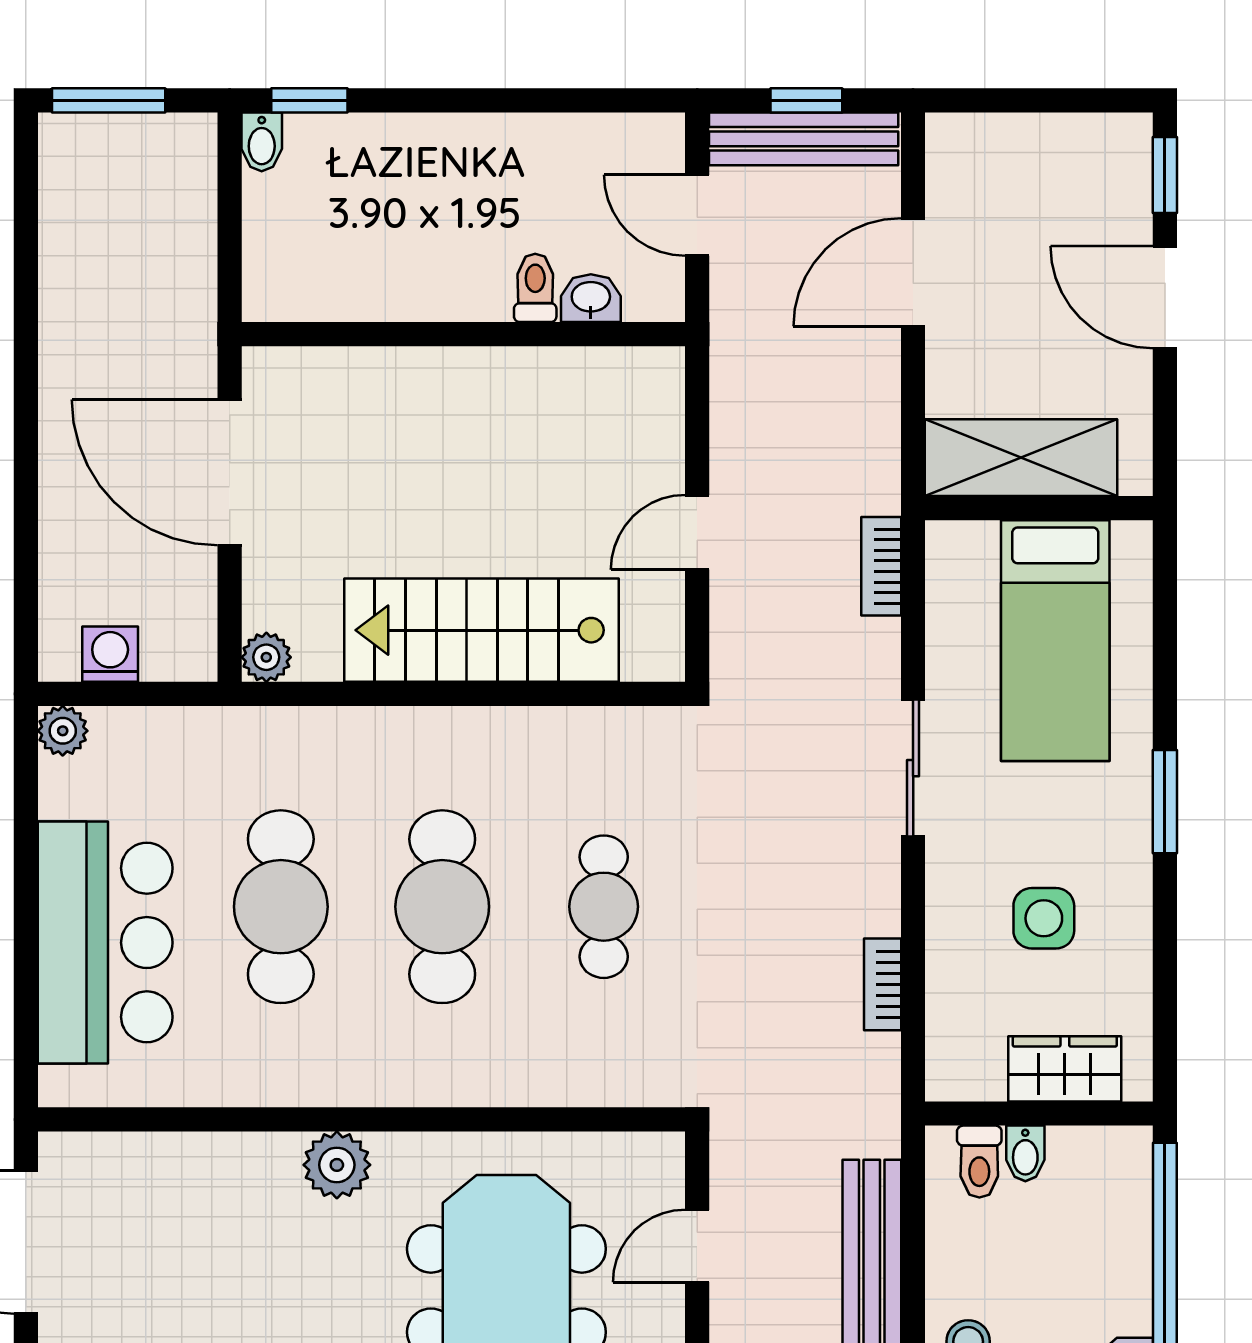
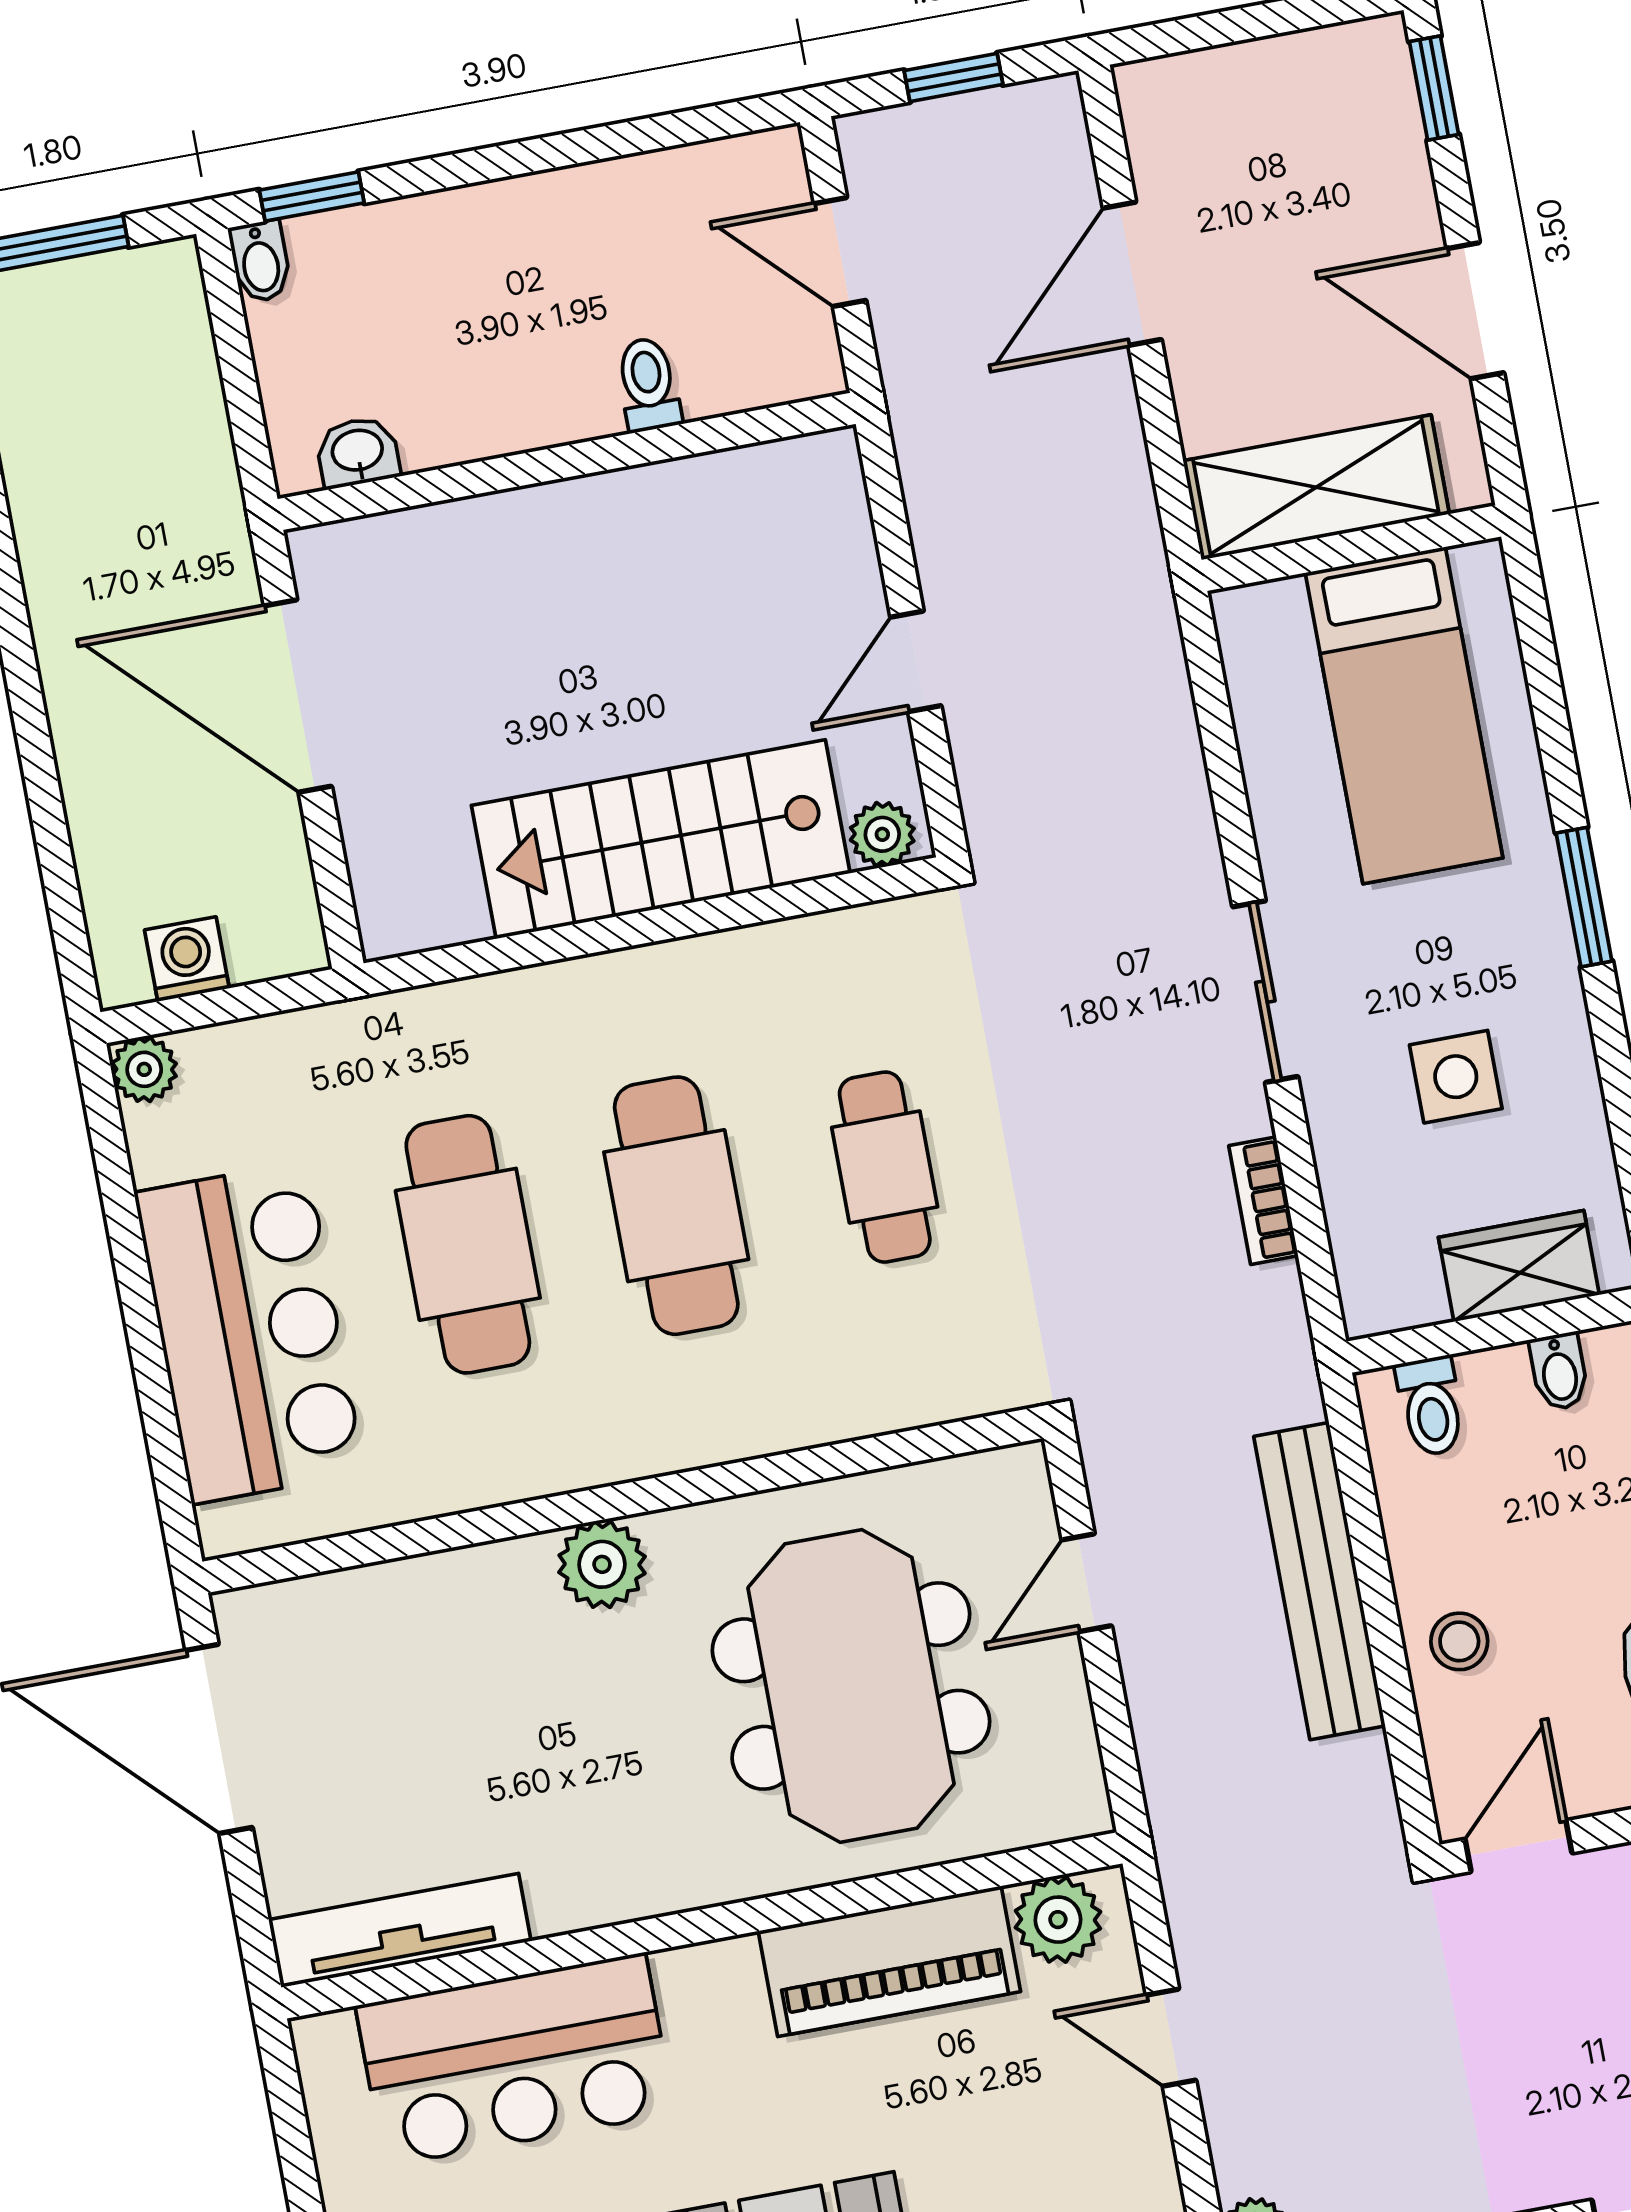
bench: (804, 139) -> (959, 128), removed
door: (1165, 297) -> (1475, 311), moved
washbasin: (591, 298) -> (358, 452), moved
bookcase: (881, 566) -> (1162, 661), removed
plant: (266, 657) -> (882, 834), moved
sliding door: (913, 768) -> (1265, 992), moved
bidet: (1025, 1153) -> (1559, 1372), moved

